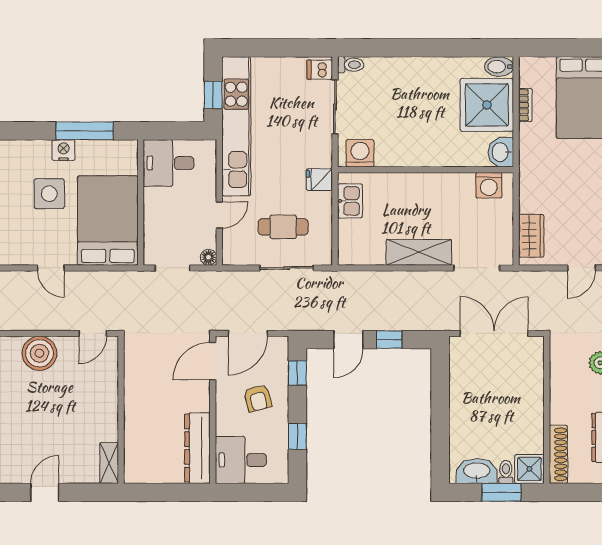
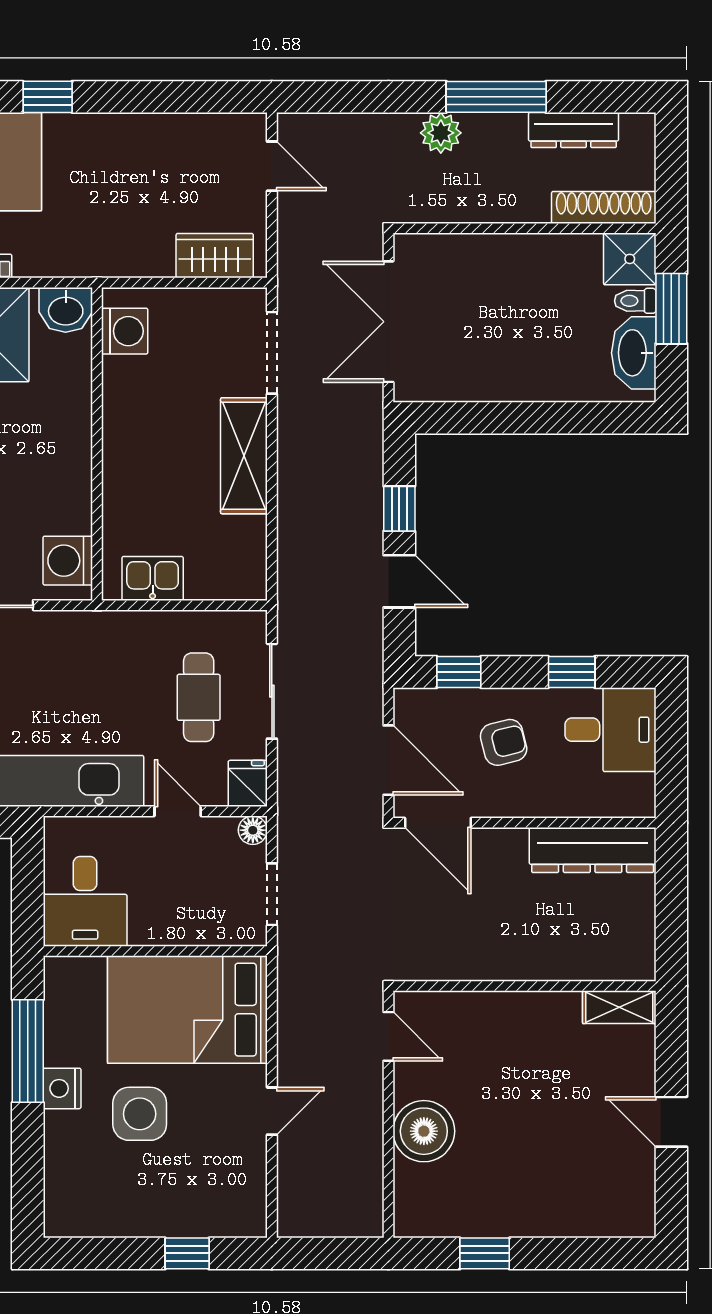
fridge: (319, 180) -> (248, 783), moved, turned 180
desk: (241, 460) -> (610, 730), moved, turned -90

